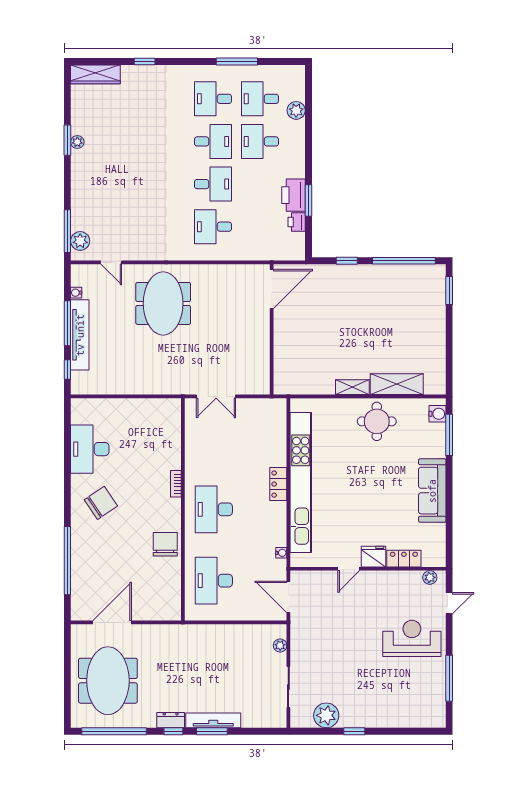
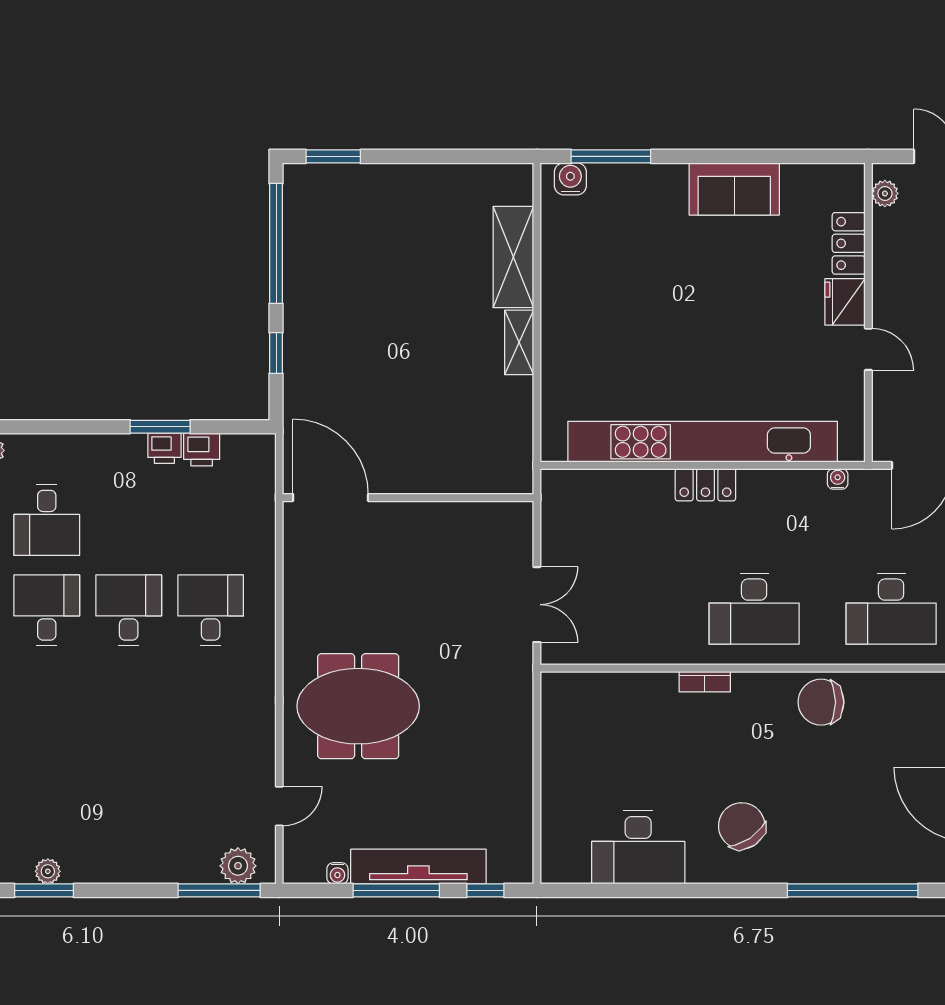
printer: (293, 195) -> (164, 448), width x0.53, depth x0.68
desk: (213, 227) -> (211, 610), turned 180
round table: (377, 421) -> (585, 296), removed
sofa: (432, 491) -> (734, 189), width x0.73

